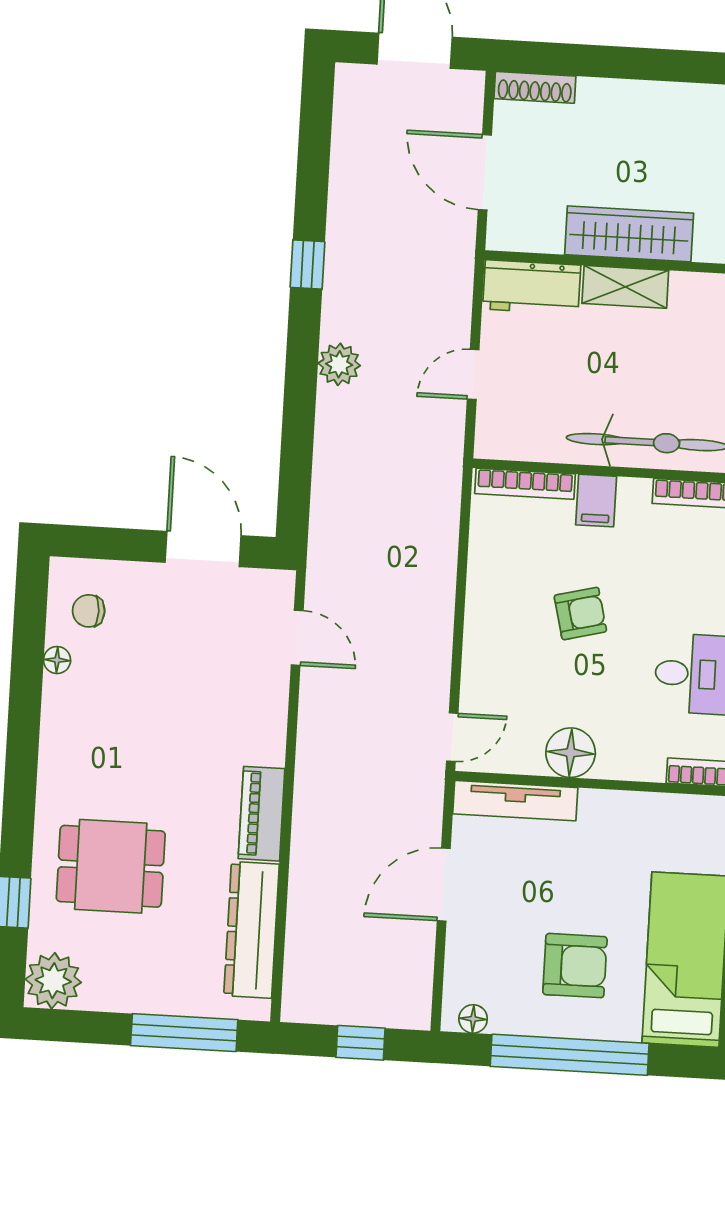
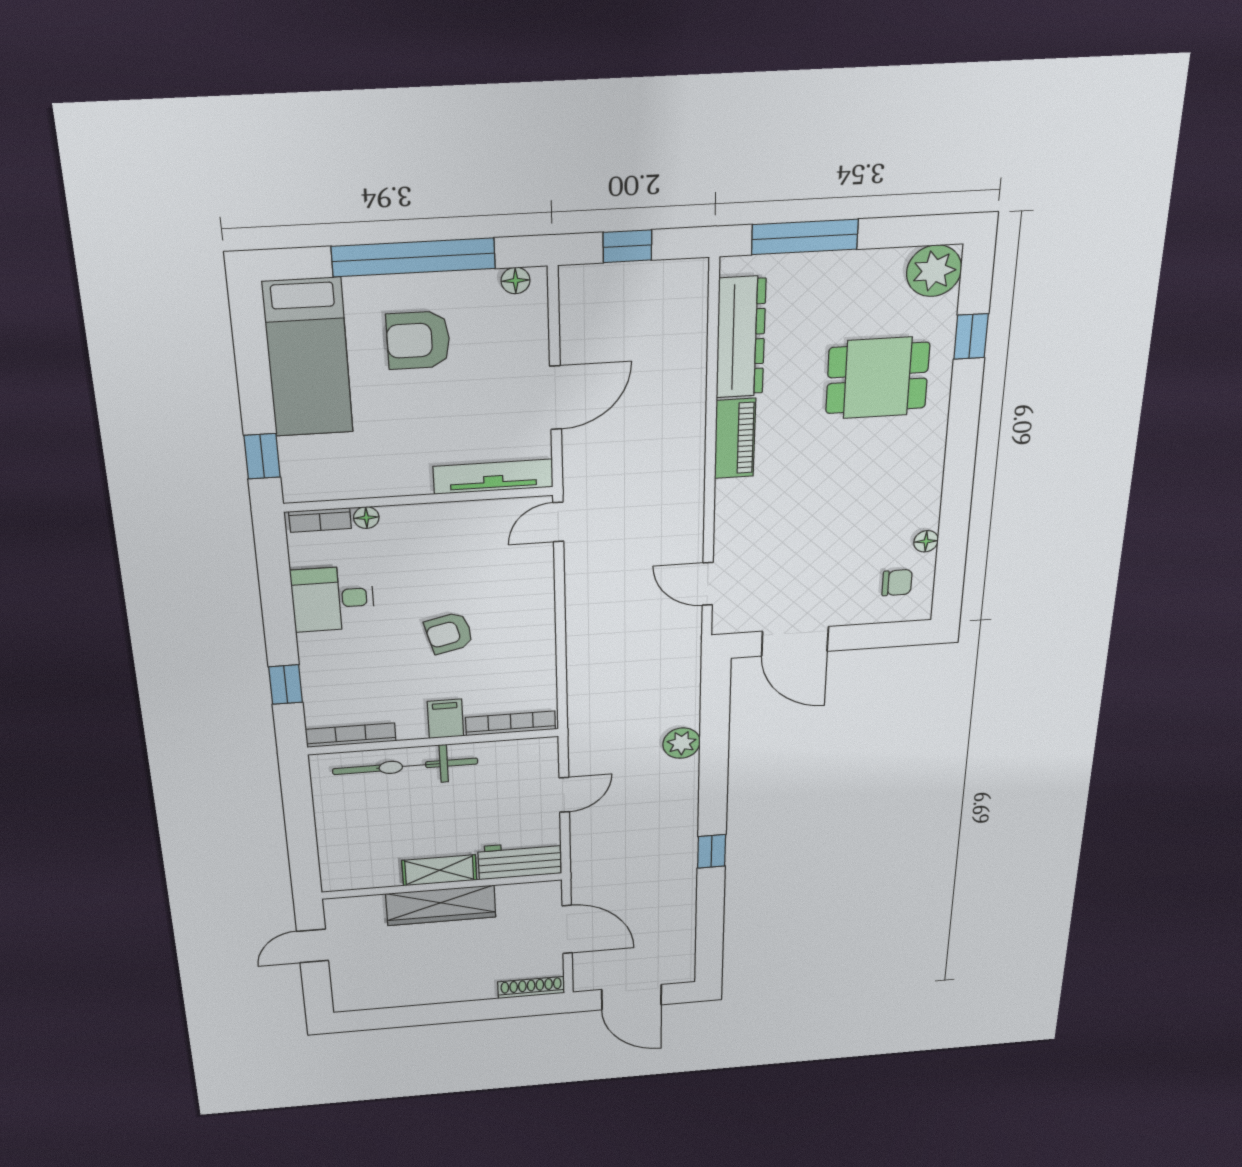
plant: (339, 364) -> (682, 743), moved
floor lamp: (571, 753) -> (366, 518), moved, width x0.53, depth x0.53

